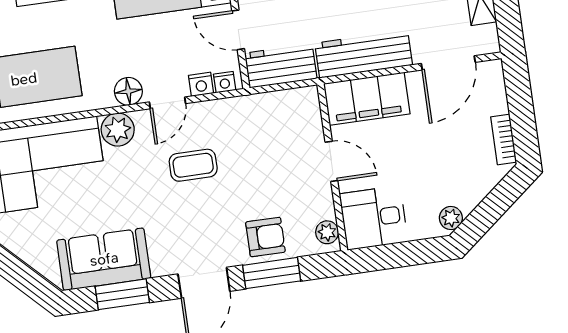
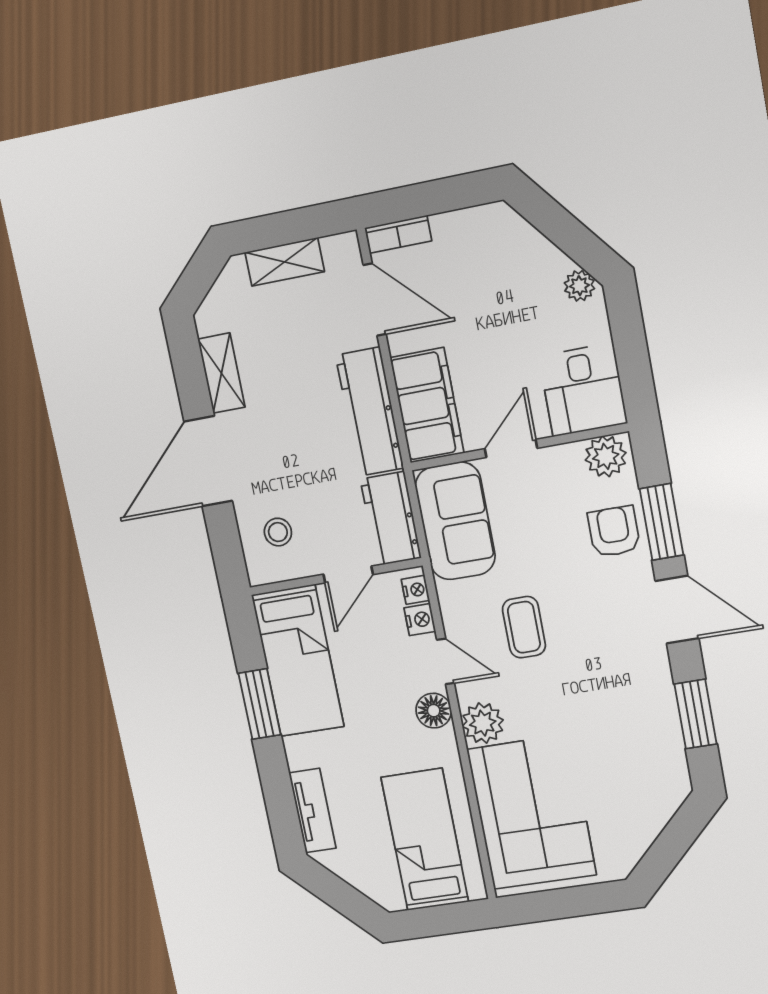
bookcase: (504, 139) -> (398, 234), moved
plant: (327, 232) -> (606, 456), width x1.38, depth x1.38
sofa: (104, 259) -> (455, 521), moved, turned 180

